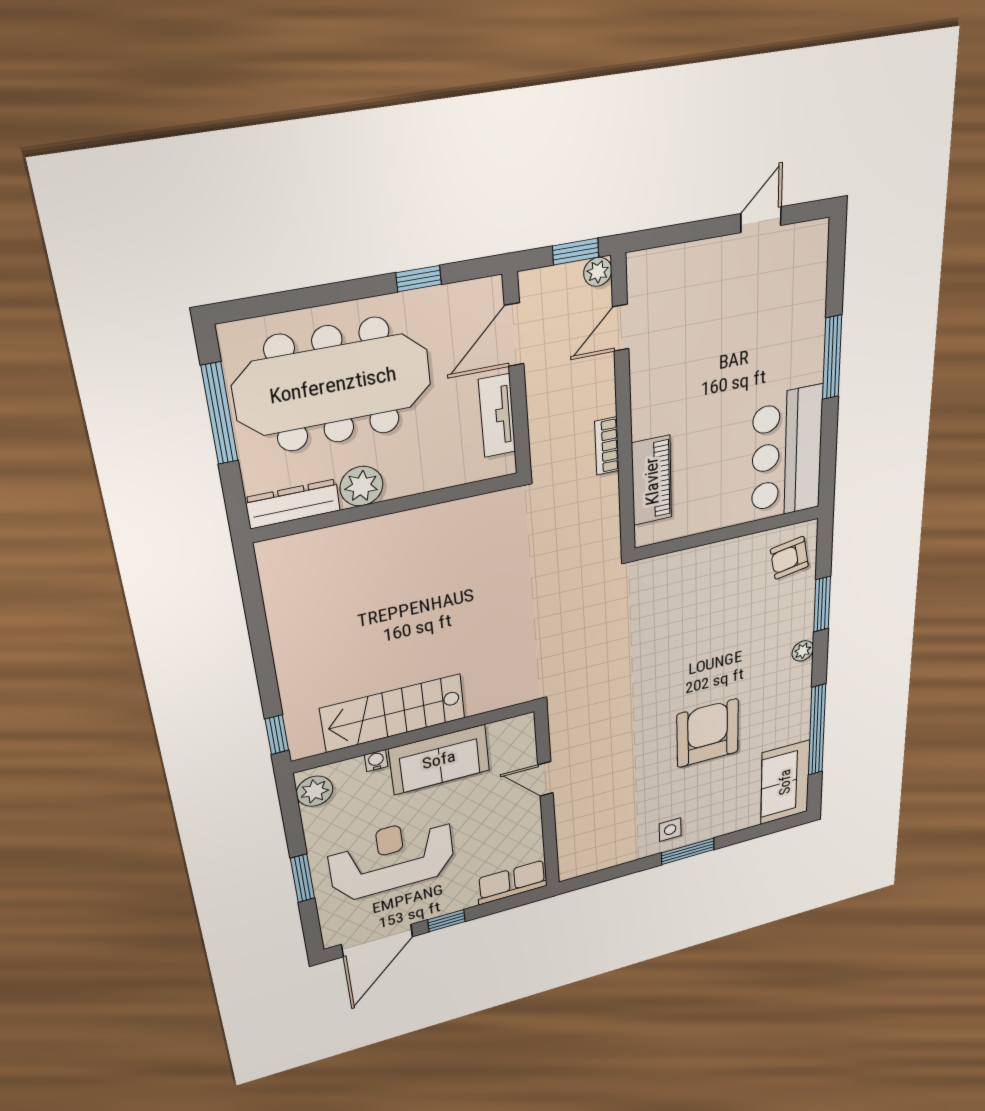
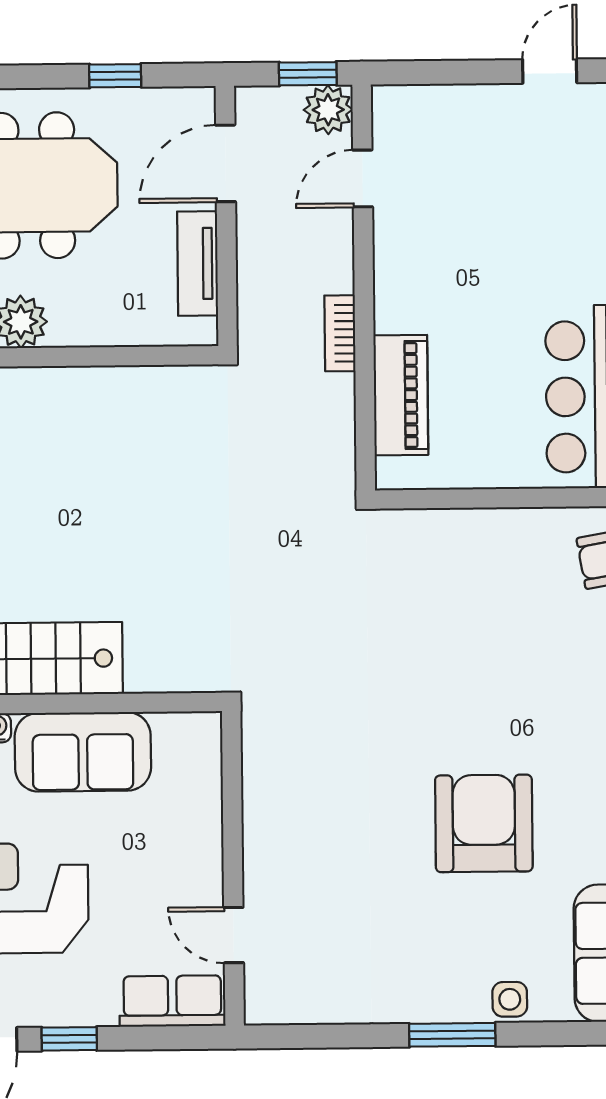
plant: (598, 272) -> (328, 110), width x1.38, depth x1.38
door: (545, 779) -> (234, 935), moved
side table: (670, 830) -> (510, 999), moved

